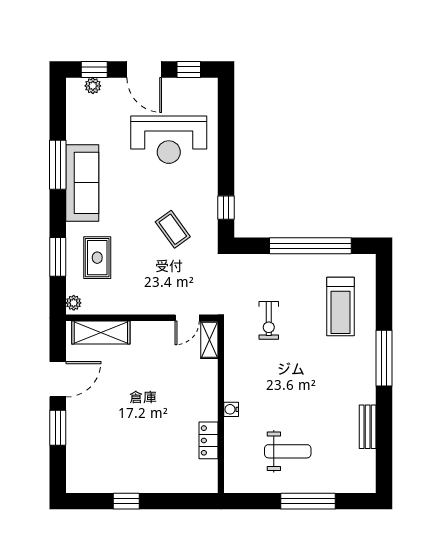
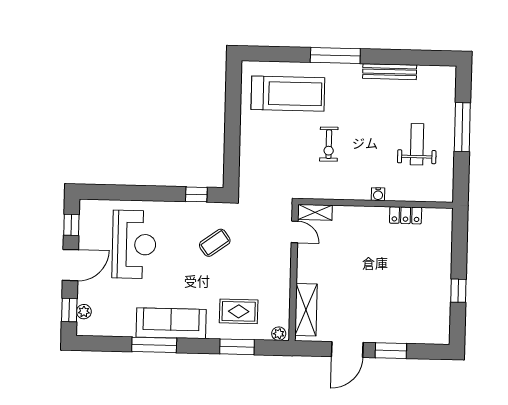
window: (310, 246) -> (233, 119), removed
treadmill: (340, 307) -> (288, 94), width x1.37, depth x1.38
exercise bike: (269, 320) -> (329, 144), moved, turned 90
door: (58, 379) -> (347, 350), swing flipped
bench: (368, 427) -> (390, 72), width x1.36

